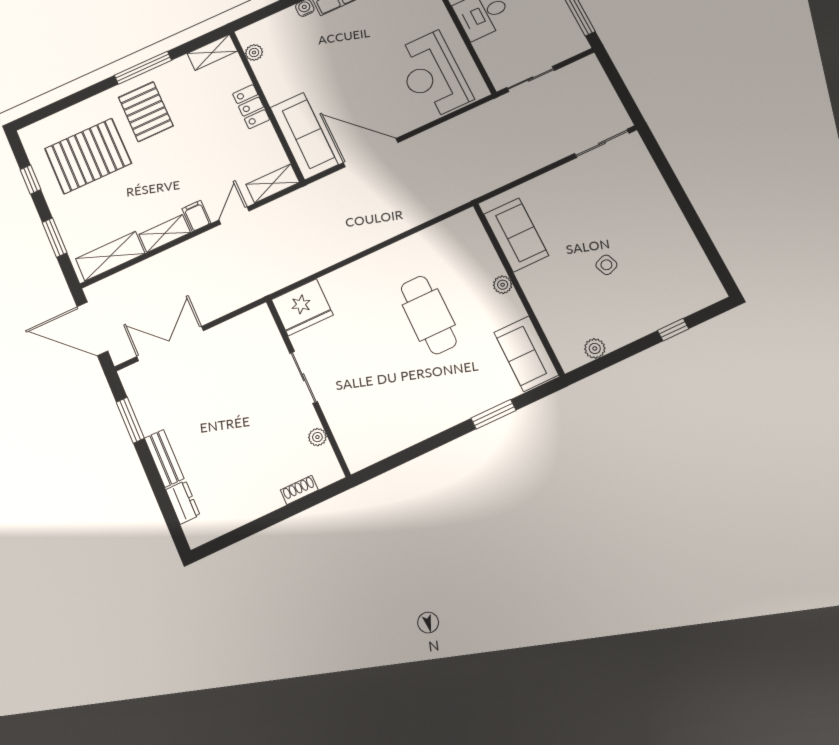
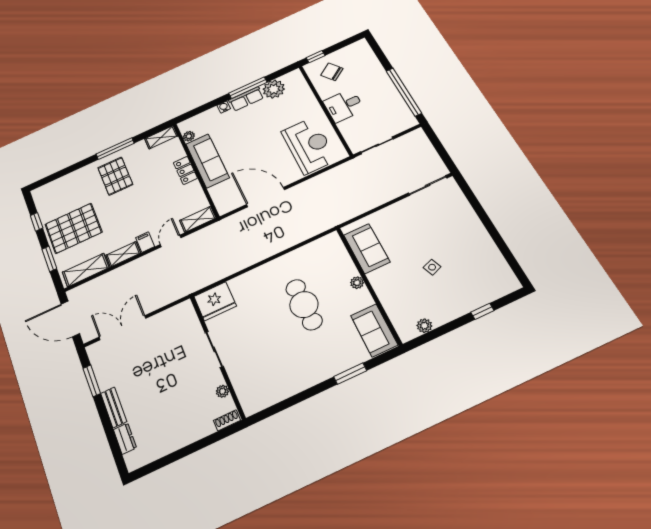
reception desk: (432, 75) -> (309, 146), turned 180
sofa: (304, 136) -> (207, 161), moved
pallet: (88, 156) -> (73, 228), moved
shoe rack: (299, 490) -> (227, 420), moved

